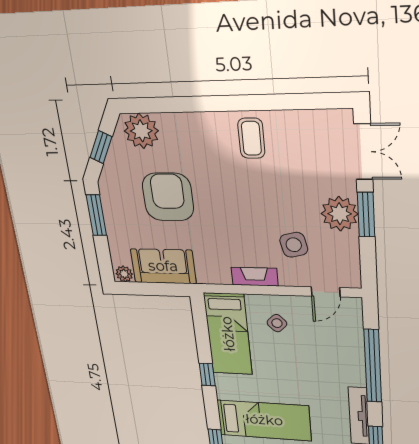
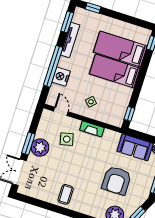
door: (326, 292) -> (61, 111), hinge flipped
bed: (228, 334) -> (115, 71), moved, turned -90
nightstand: (350, 352) -> (61, 77), added
window: (207, 375) -> (129, 114), moved

